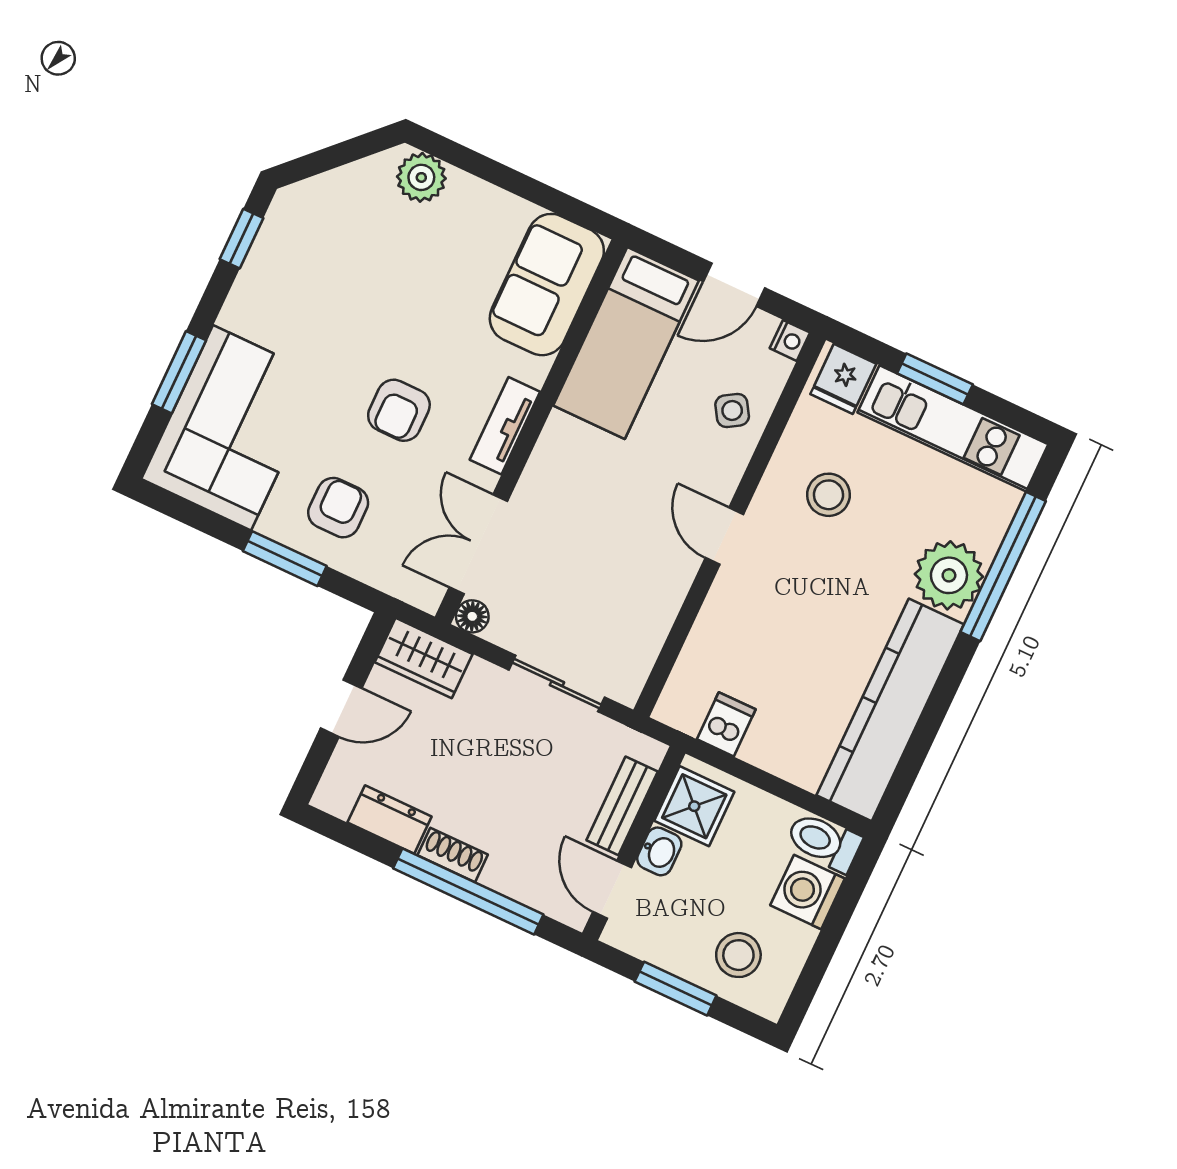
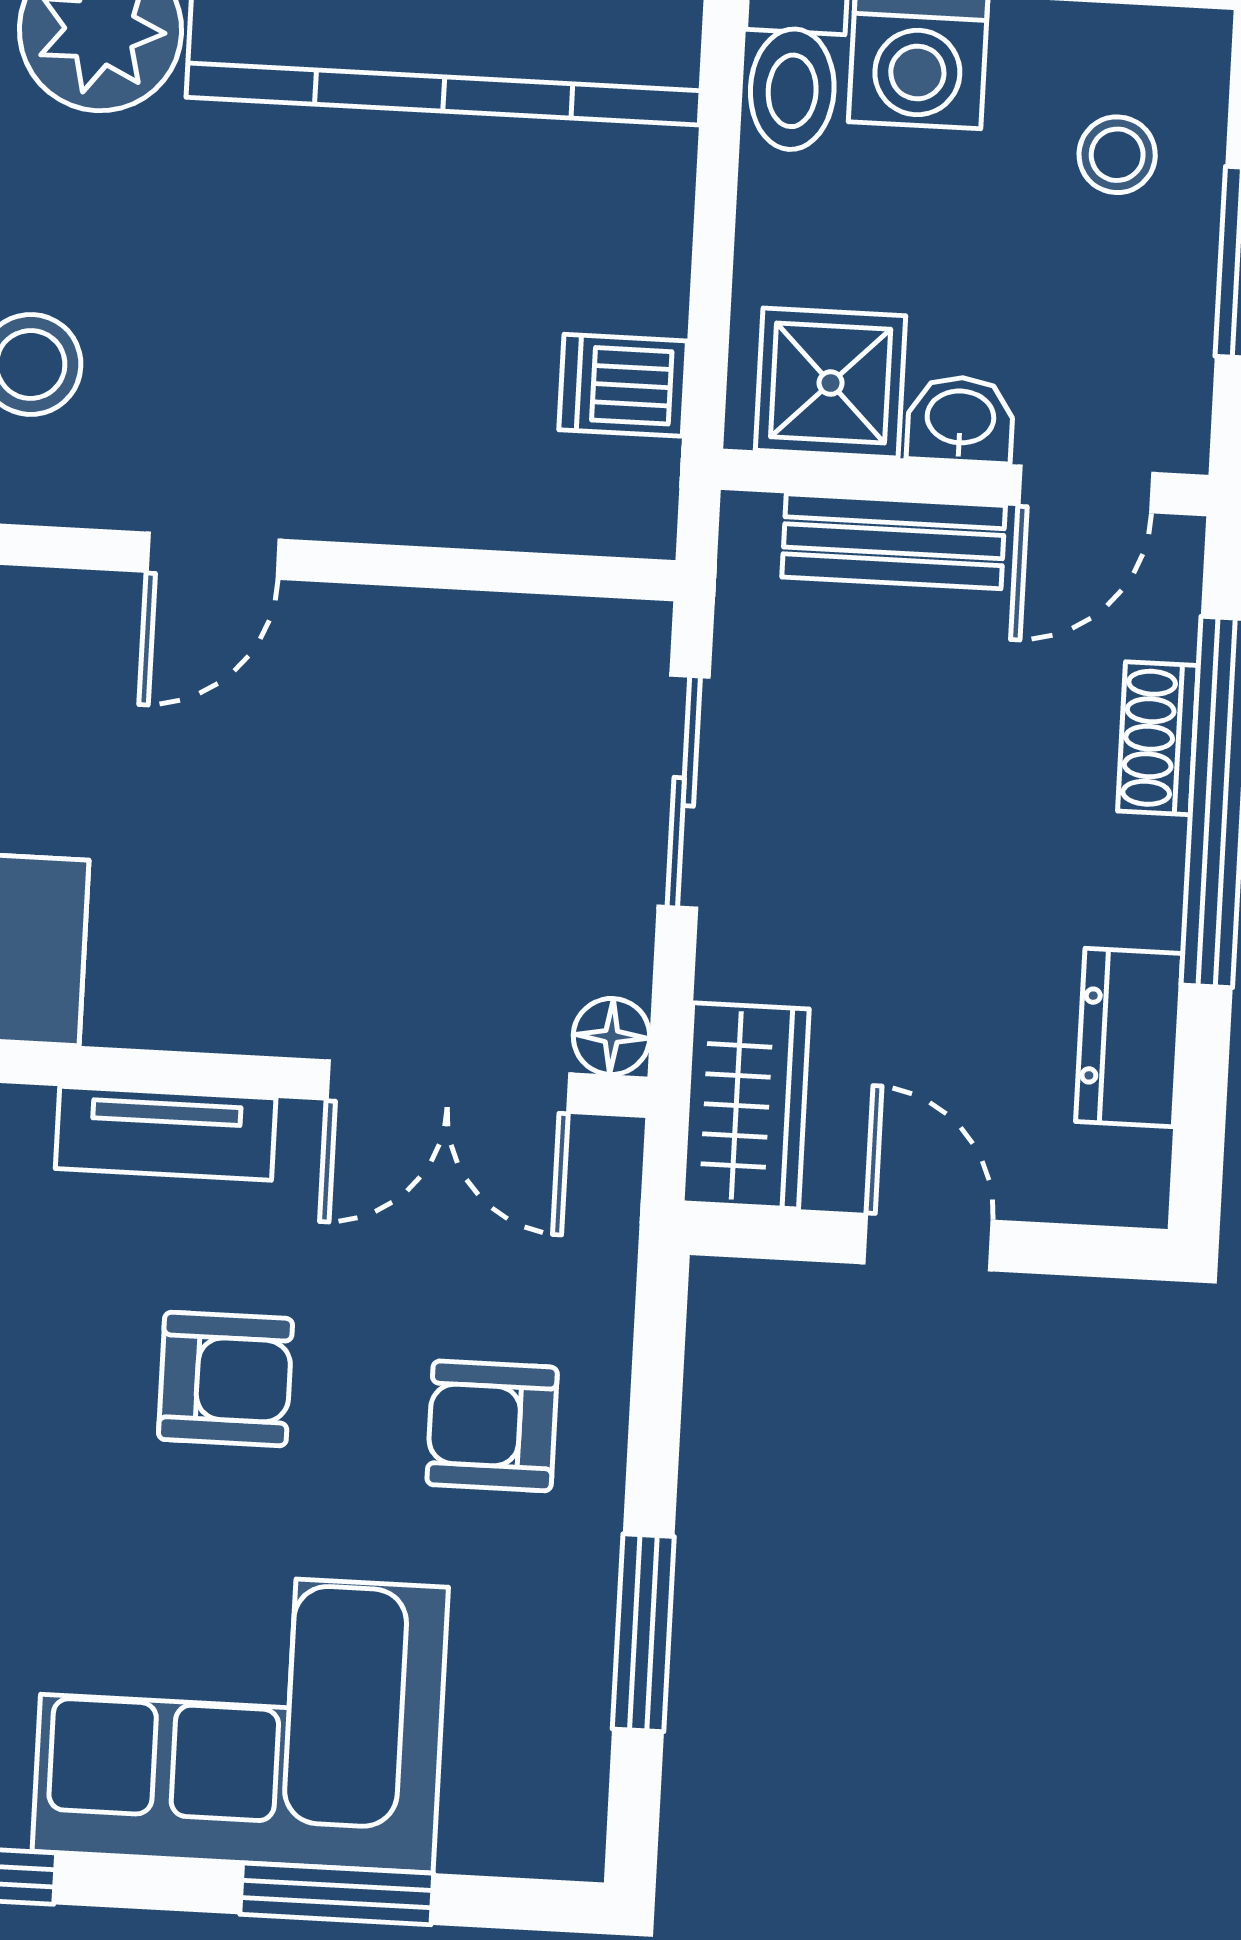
corner sofa: (232, 428) -> (240, 1719), moved
window: (285, 559) -> (643, 1633), moved
shoe rack: (453, 855) -> (1158, 738), moved
stool: (738, 955) -> (1117, 155), width x0.73, depth x0.73

